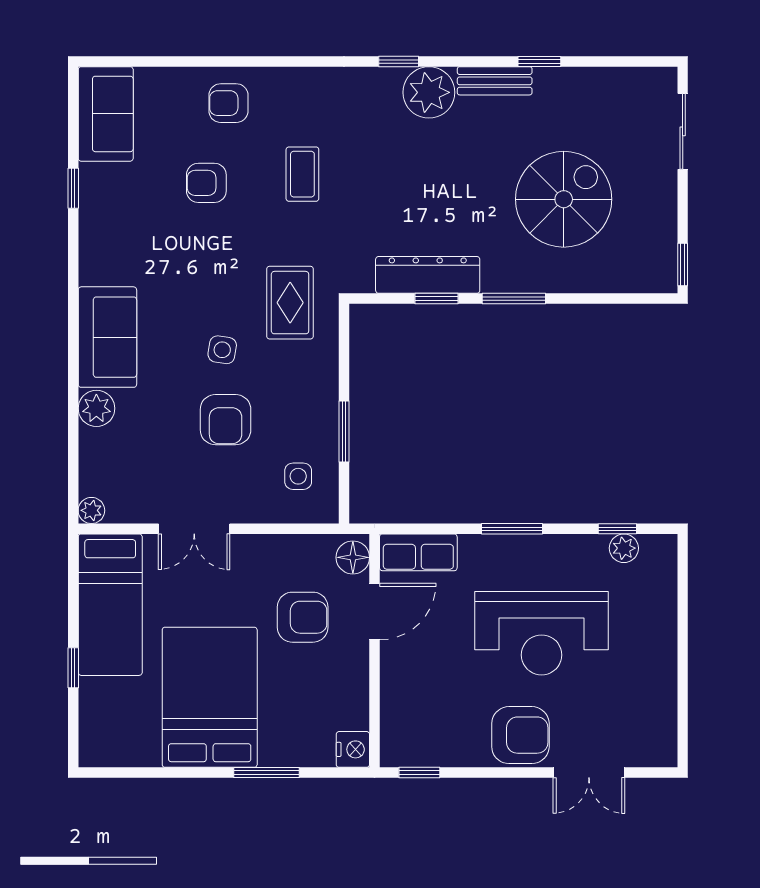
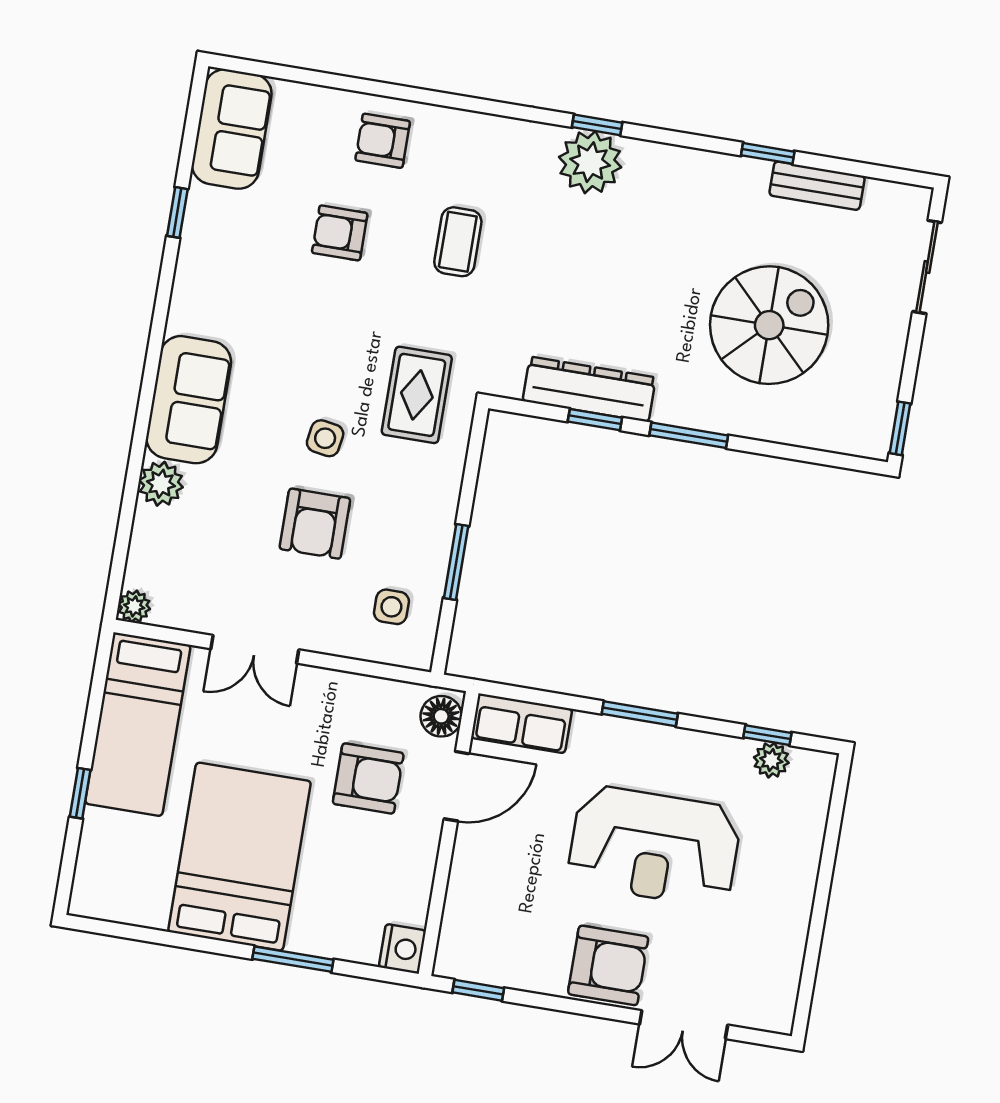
bench: (495, 81) -> (817, 186), moved
plant: (429, 92) -> (590, 162), moved

